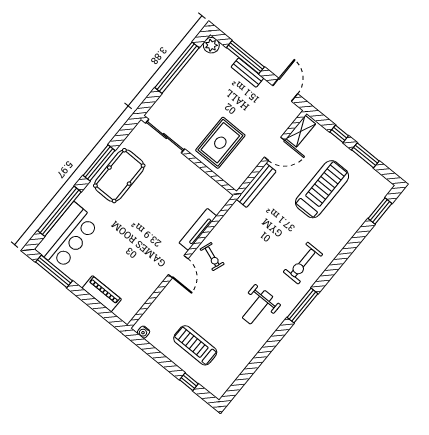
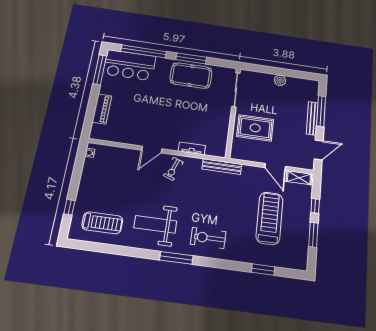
plant: (211, 45) -> (280, 80), moved
window: (177, 68) -> (284, 72), removed
bench: (247, 73) -> (312, 118), width x1.36
bench: (256, 185) -> (222, 167), moved
treadmill: (322, 189) -> (270, 218), turned -90
window: (380, 211) -> (263, 270), moved
tv unit: (198, 229) -> (192, 148), width x0.71
weight bench: (258, 307) -> (155, 224), width x1.36, depth x1.33
treadmill: (195, 345) -> (102, 223), moved, turned 90

